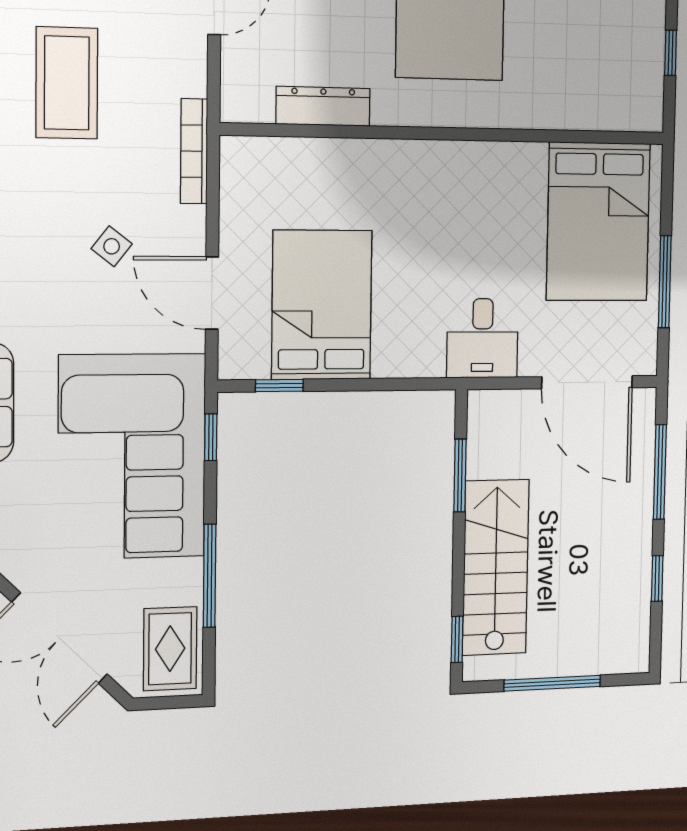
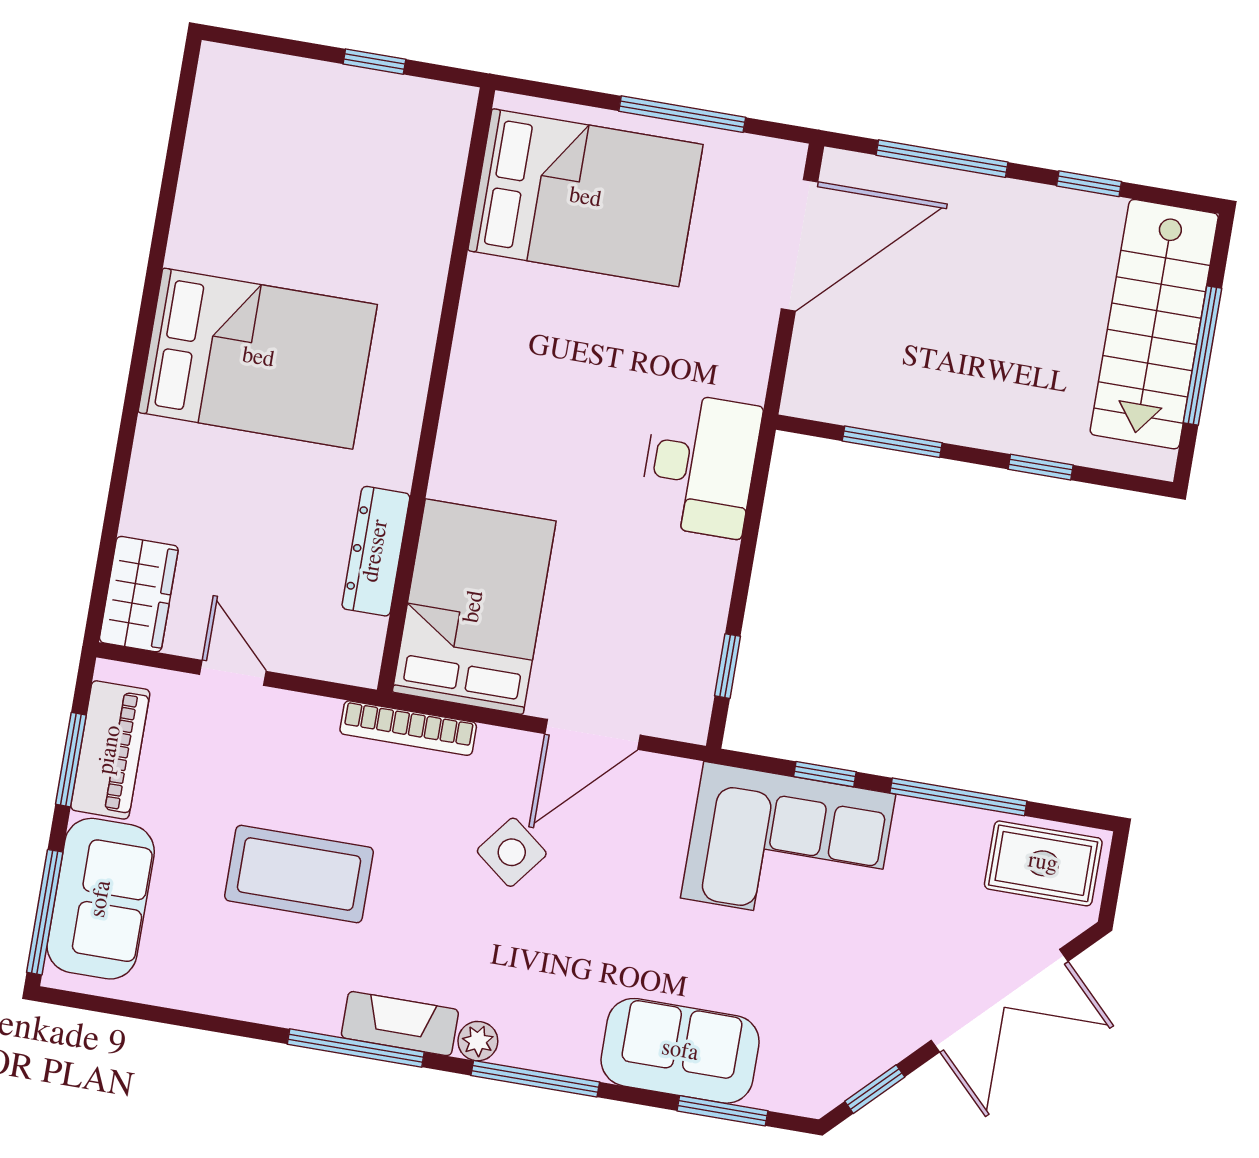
side table: (112, 246) -> (512, 852), width x1.37, depth x1.37
bed: (322, 305) -> (474, 607), moved, turned 90
desk: (483, 338) -> (700, 465), moved, width x1.37
window: (211, 437) -> (825, 774), moved
corner sofa: (132, 456) -> (788, 846), width x0.73, depth x0.74
stairs: (496, 567) -> (1154, 324), moved, turned -90
window: (457, 639) -> (1041, 467), moved

